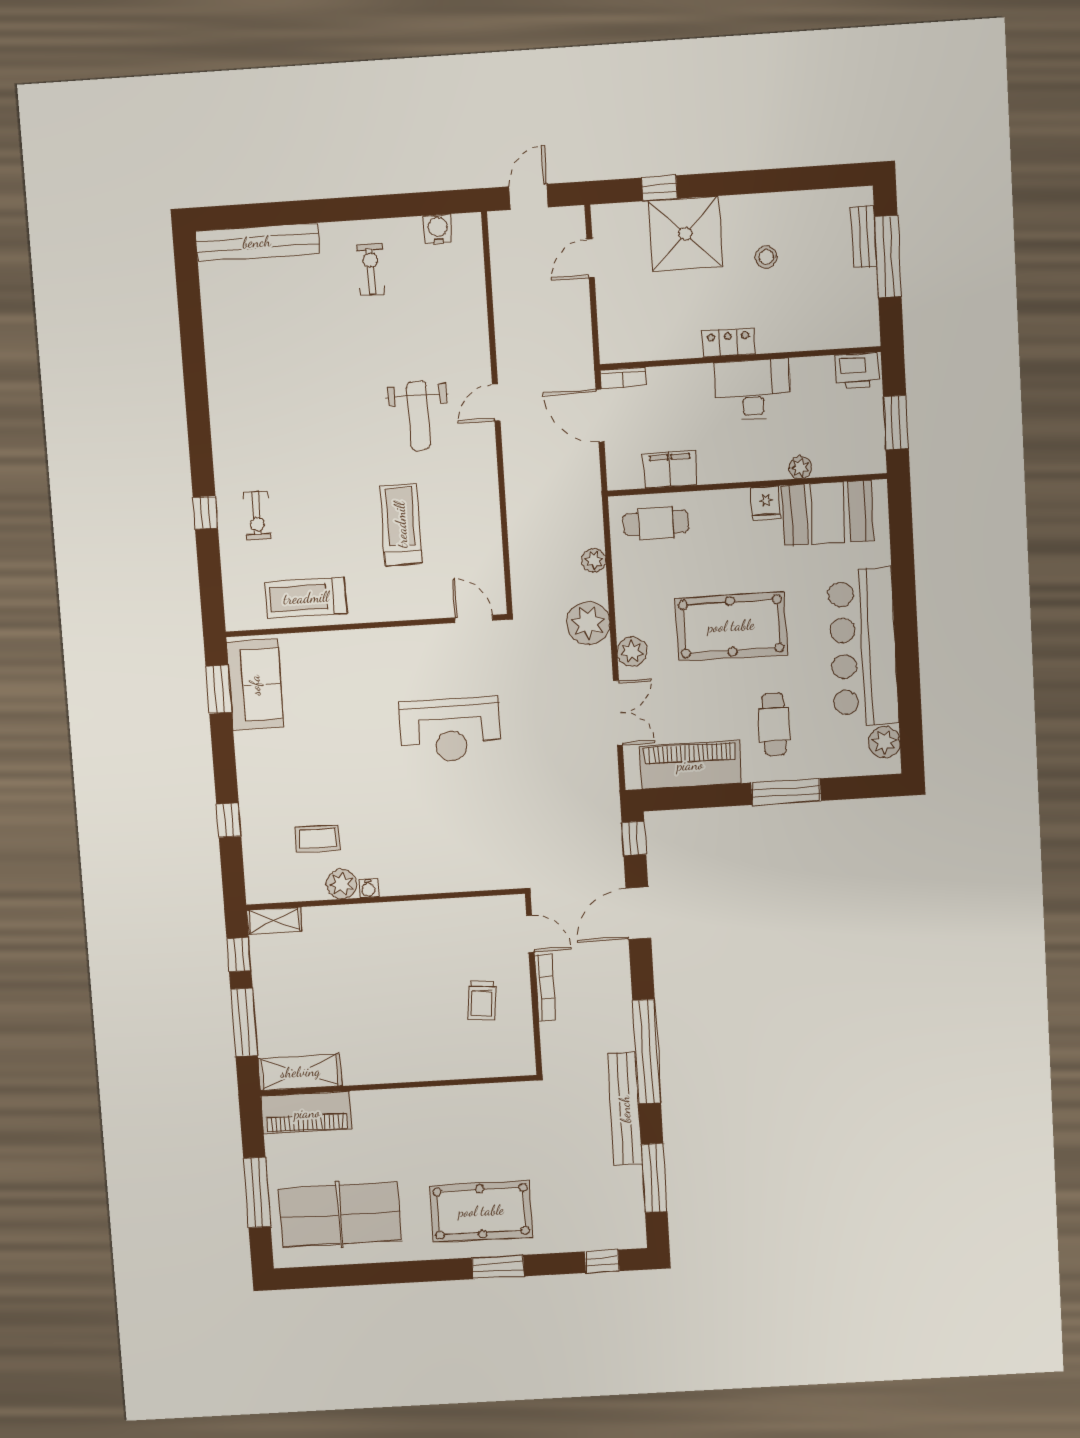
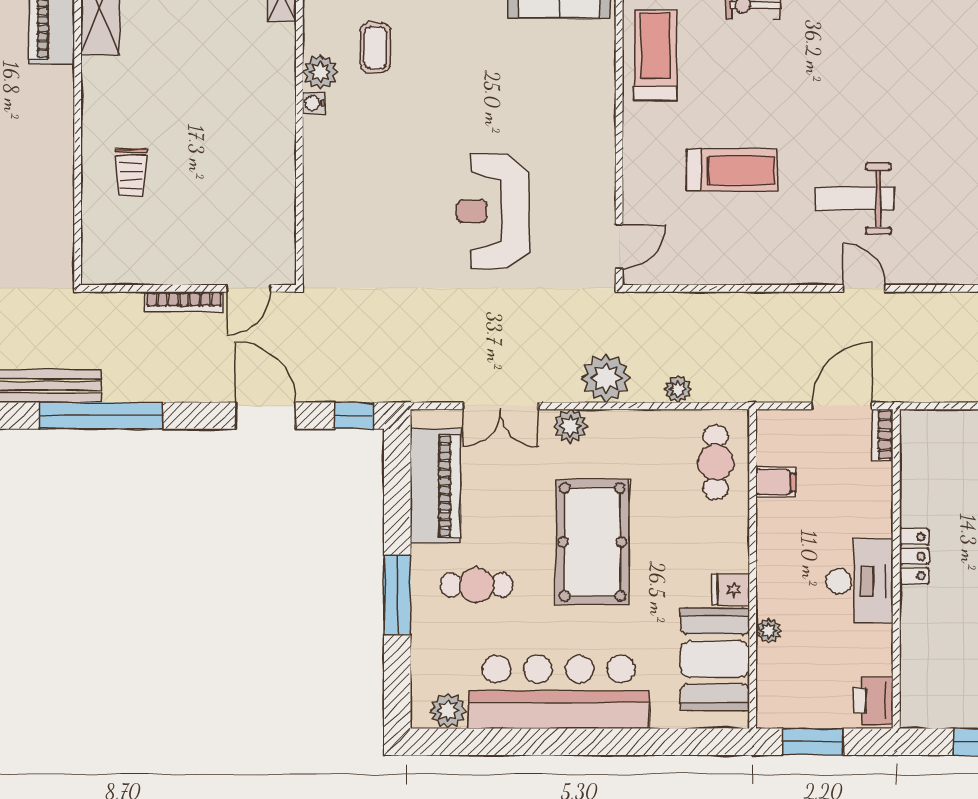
filing cabinet: (670, 469) -> (776, 482), width x0.50
trolley: (482, 1000) -> (131, 172), moved, turned -95

